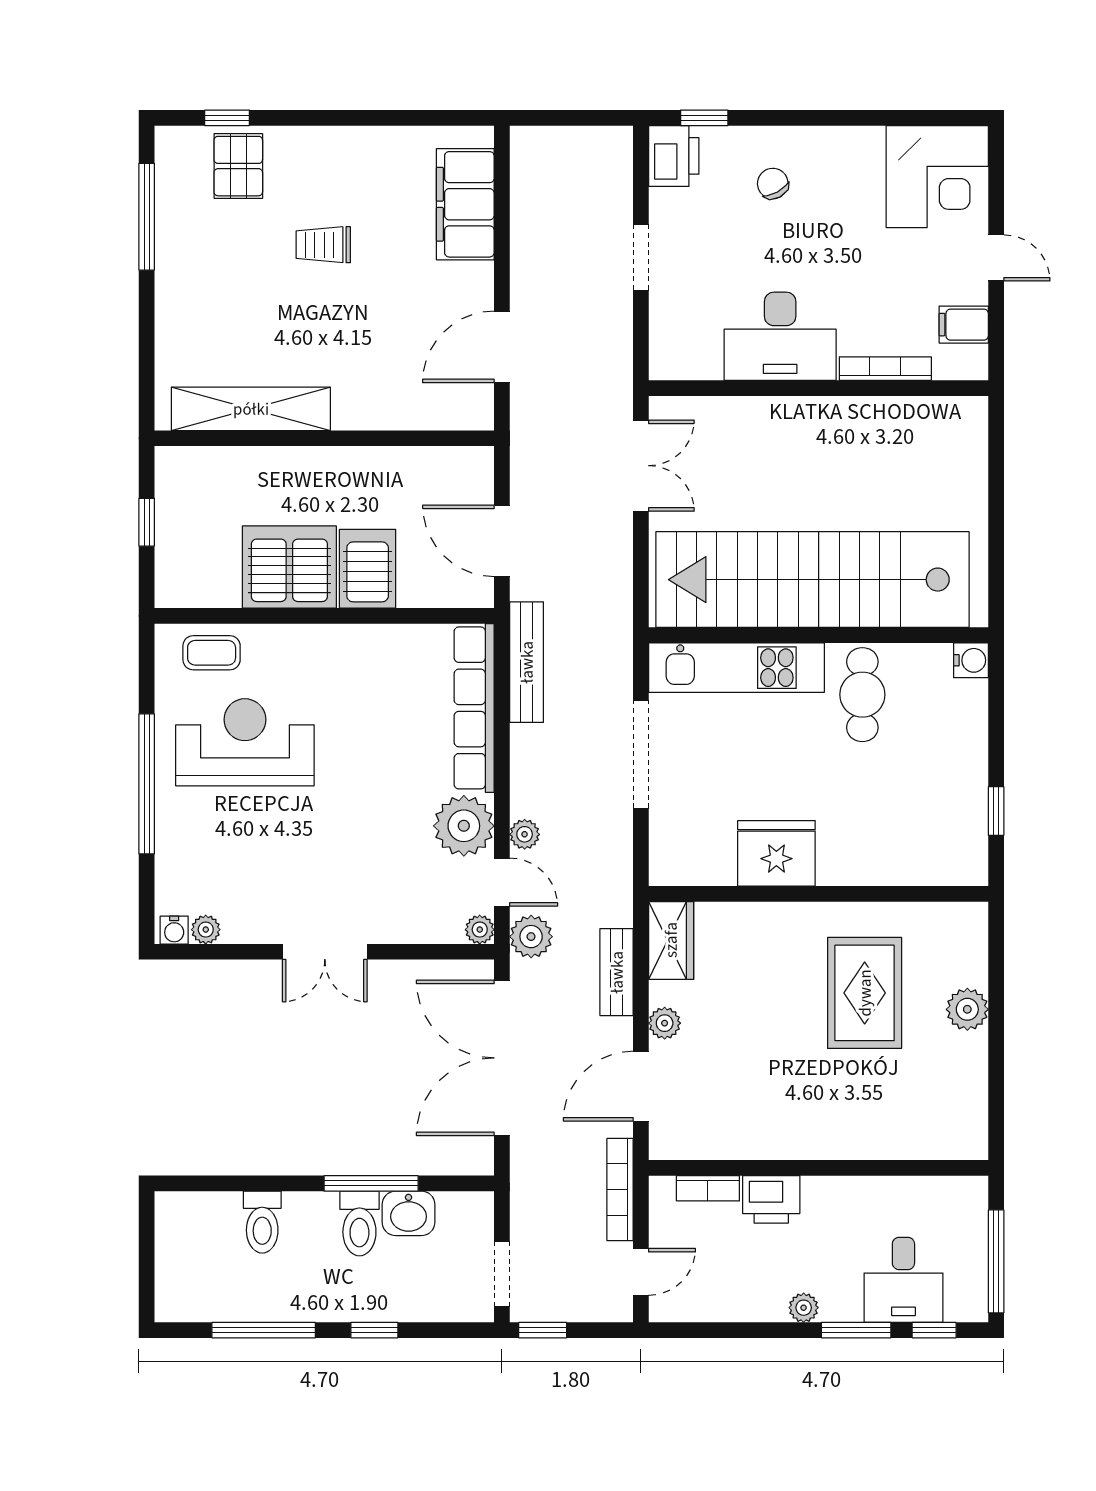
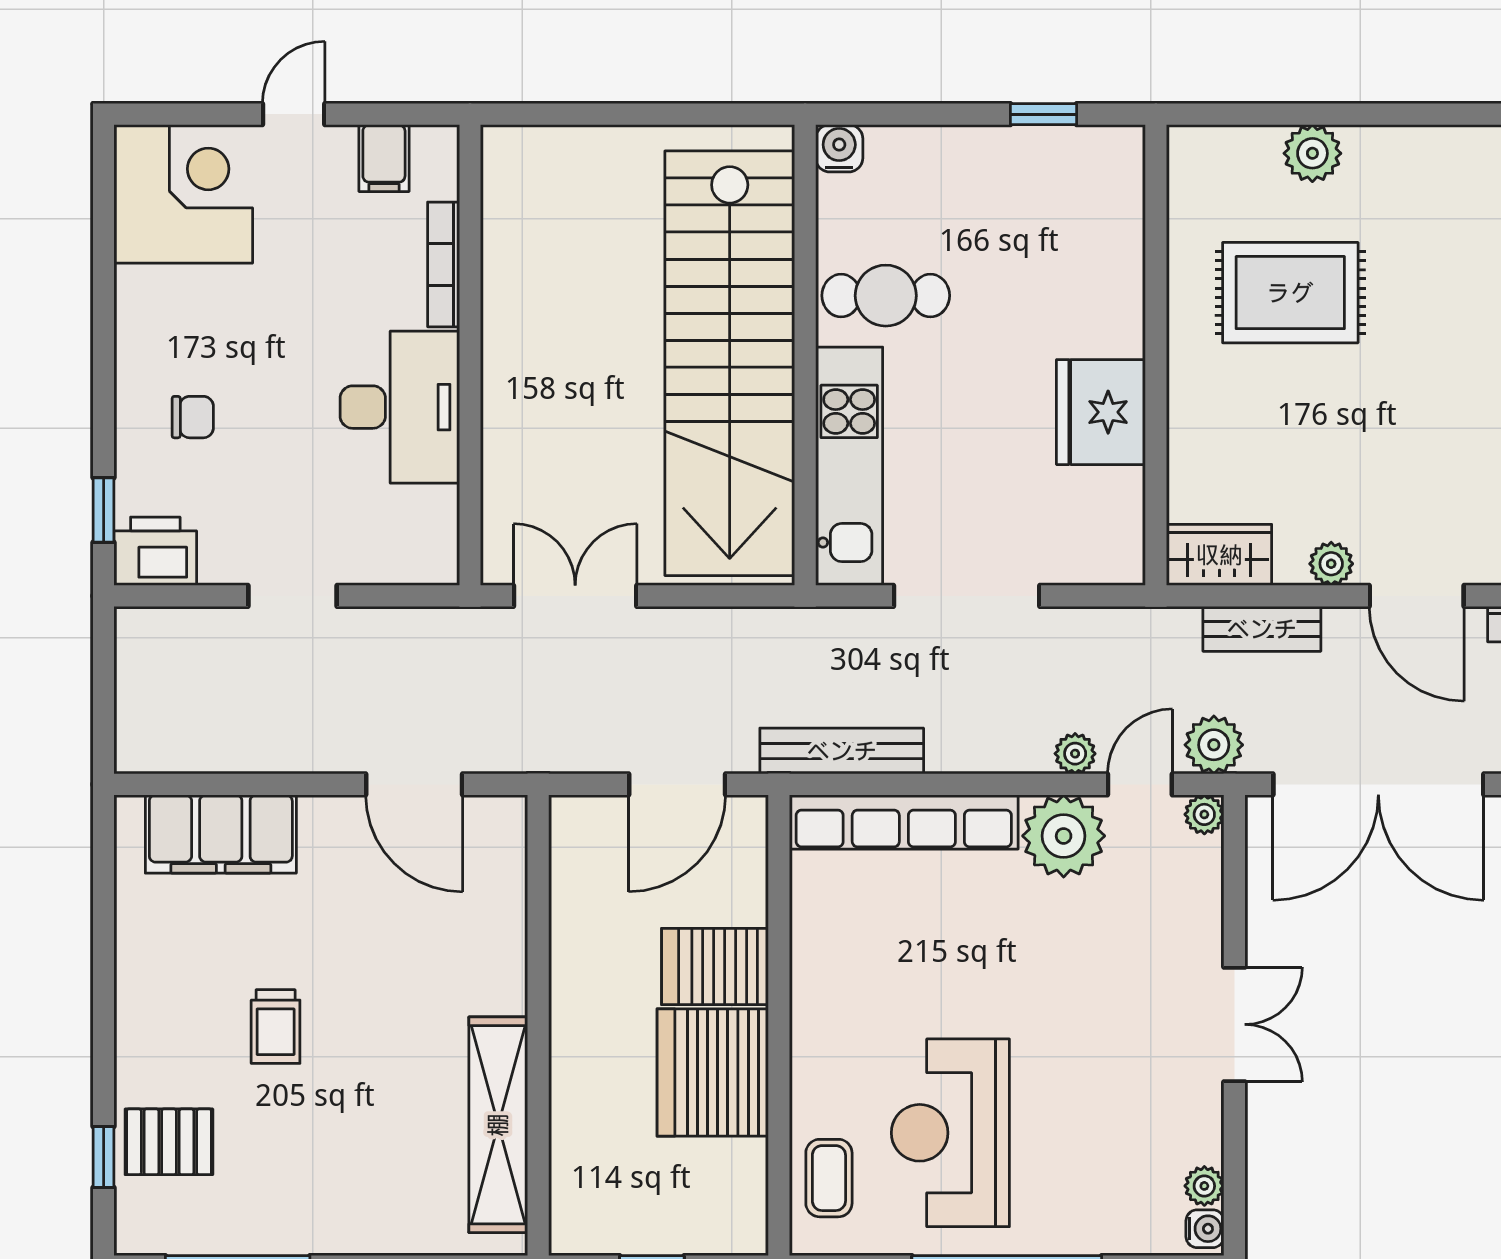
chair: (773, 184) -> (193, 417), turned -151

